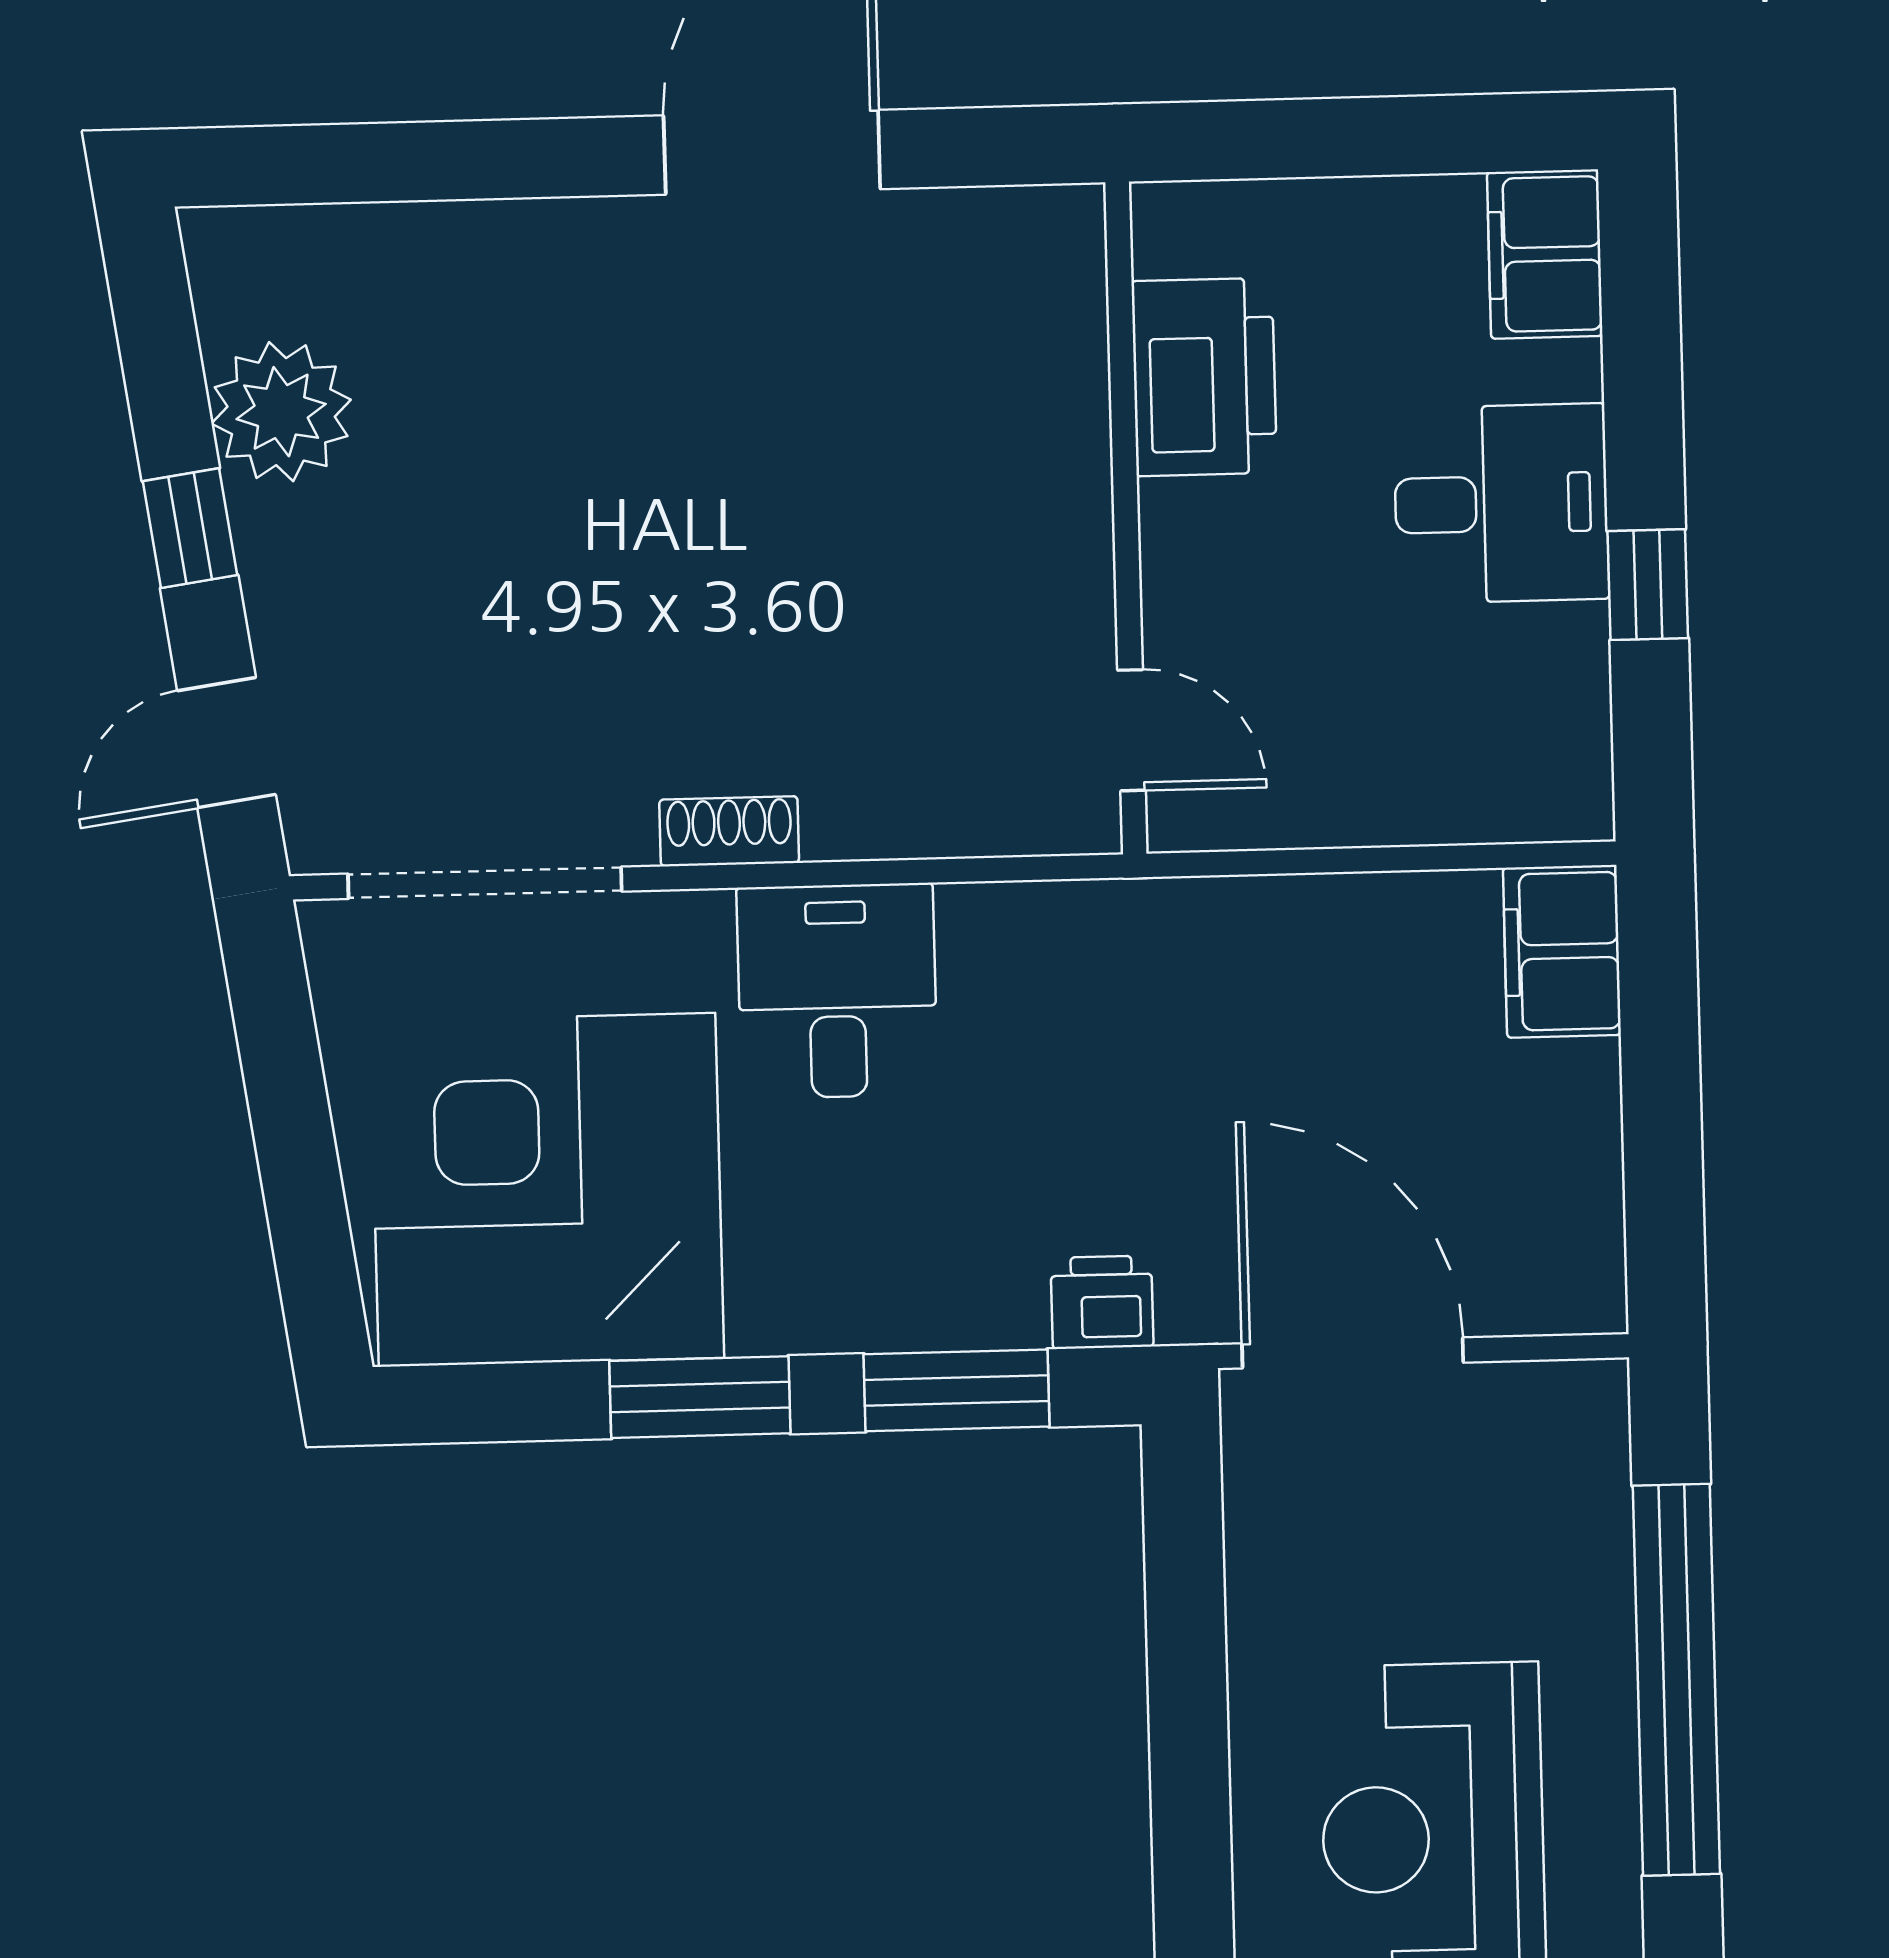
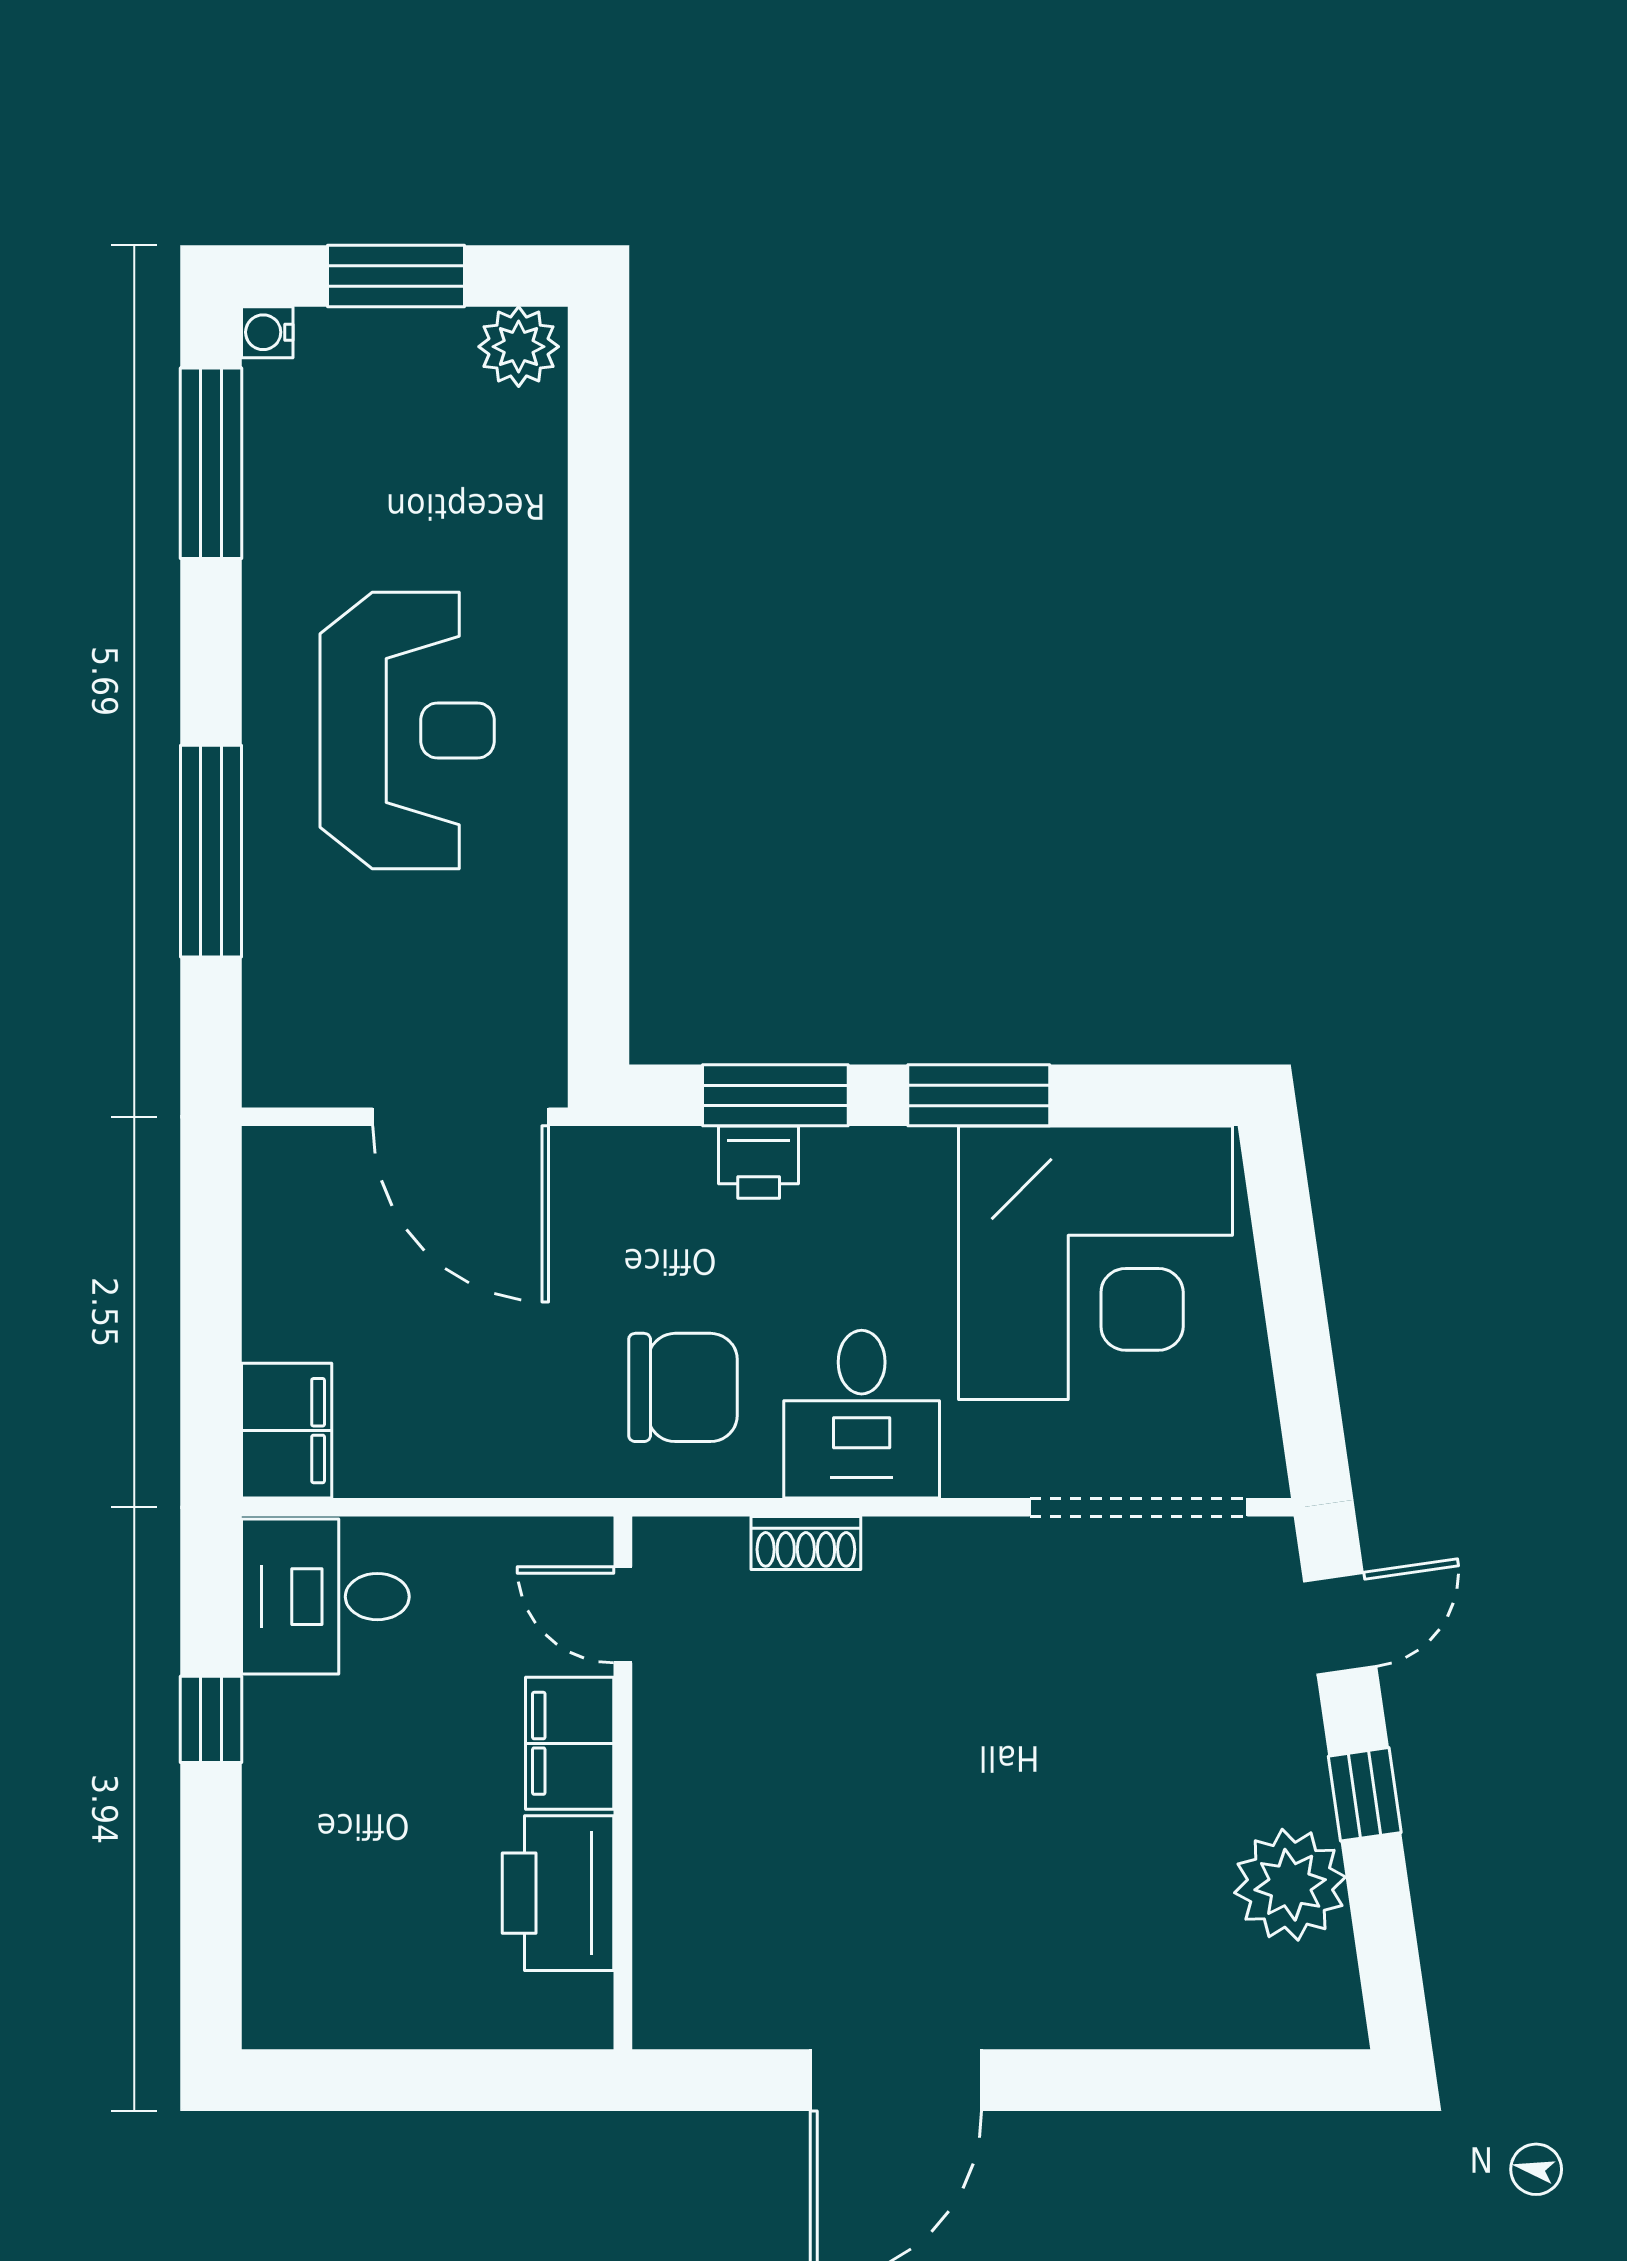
filing cabinet: (1545, 254) -> (570, 1743), moved, turned 180
desk: (1501, 504) -> (325, 1597), moved
shoe rack: (729, 831) -> (806, 1543), moved
chair: (1063, 1019) -> (683, 1387), added
printer: (1102, 1302) -> (759, 1162), moved
window: (1676, 1680) -> (211, 851), width x0.68

